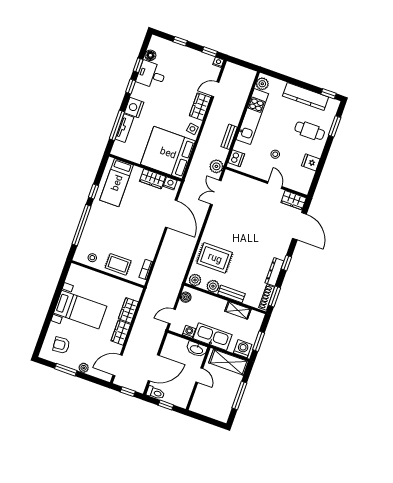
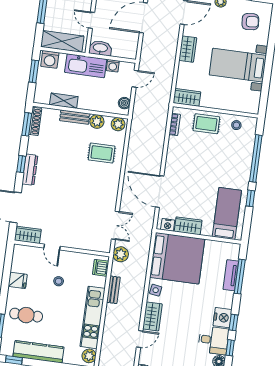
nightstand: (134, 107) -> (222, 318), moved
rug: (215, 258) -> (102, 153), width x0.73, depth x0.70
dresser: (274, 272) -> (30, 170), moved
wardrobe: (128, 310) -> (187, 97), moved, turned -90

